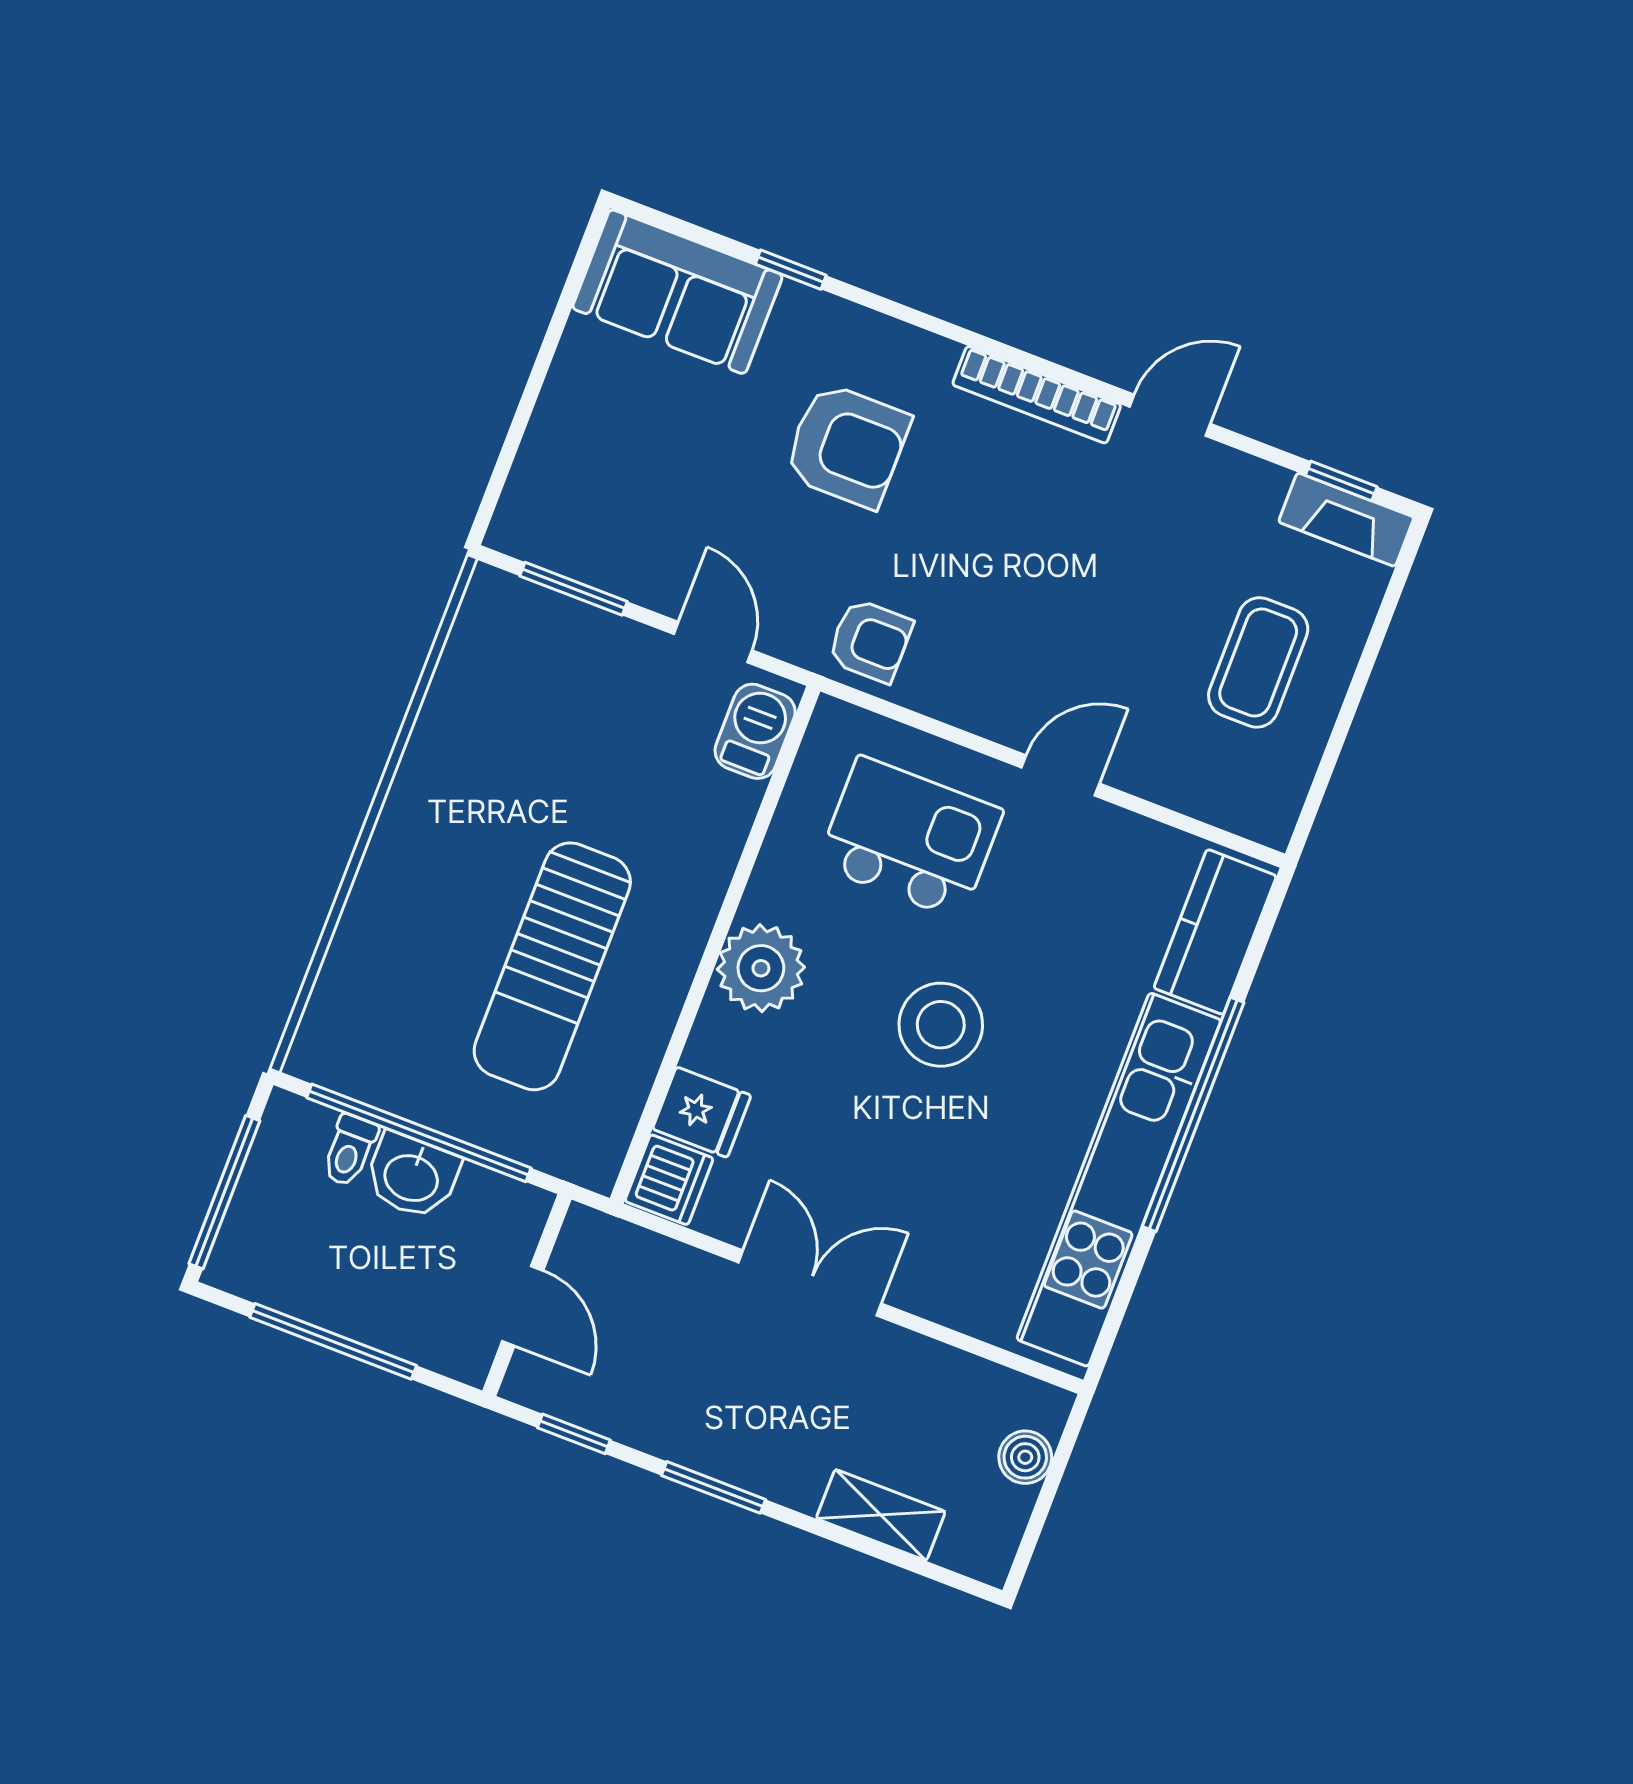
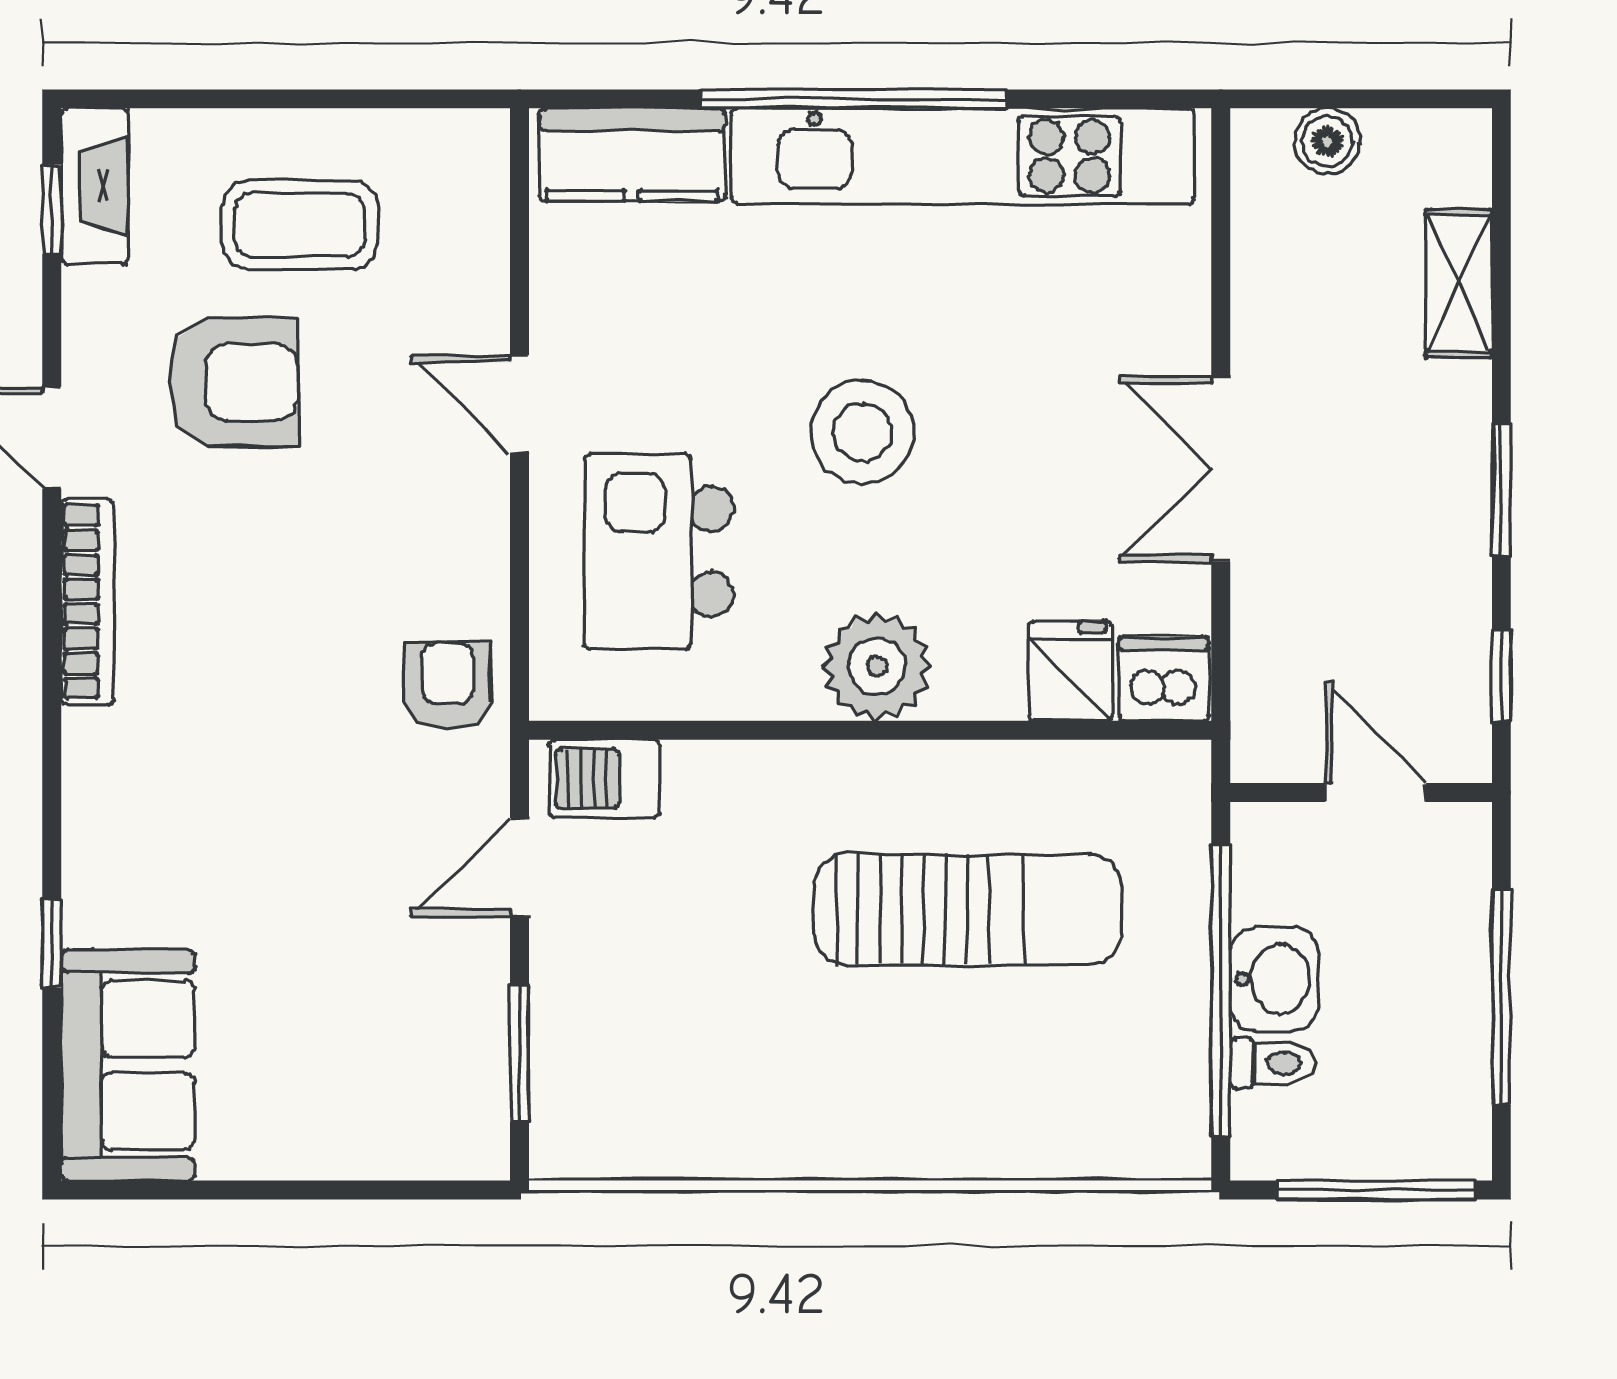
armchair: (847, 445) -> (234, 382), moved, turned 90
door: (523, 1306) -> (1375, 792), hinge flipped

